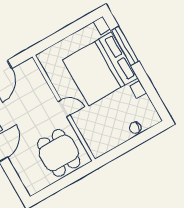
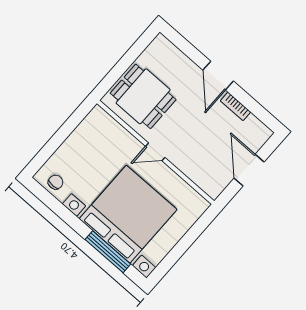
chair: (135, 128) -> (56, 182), moved

